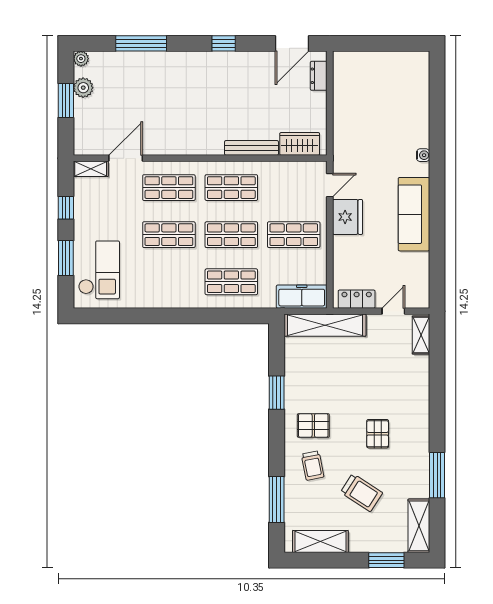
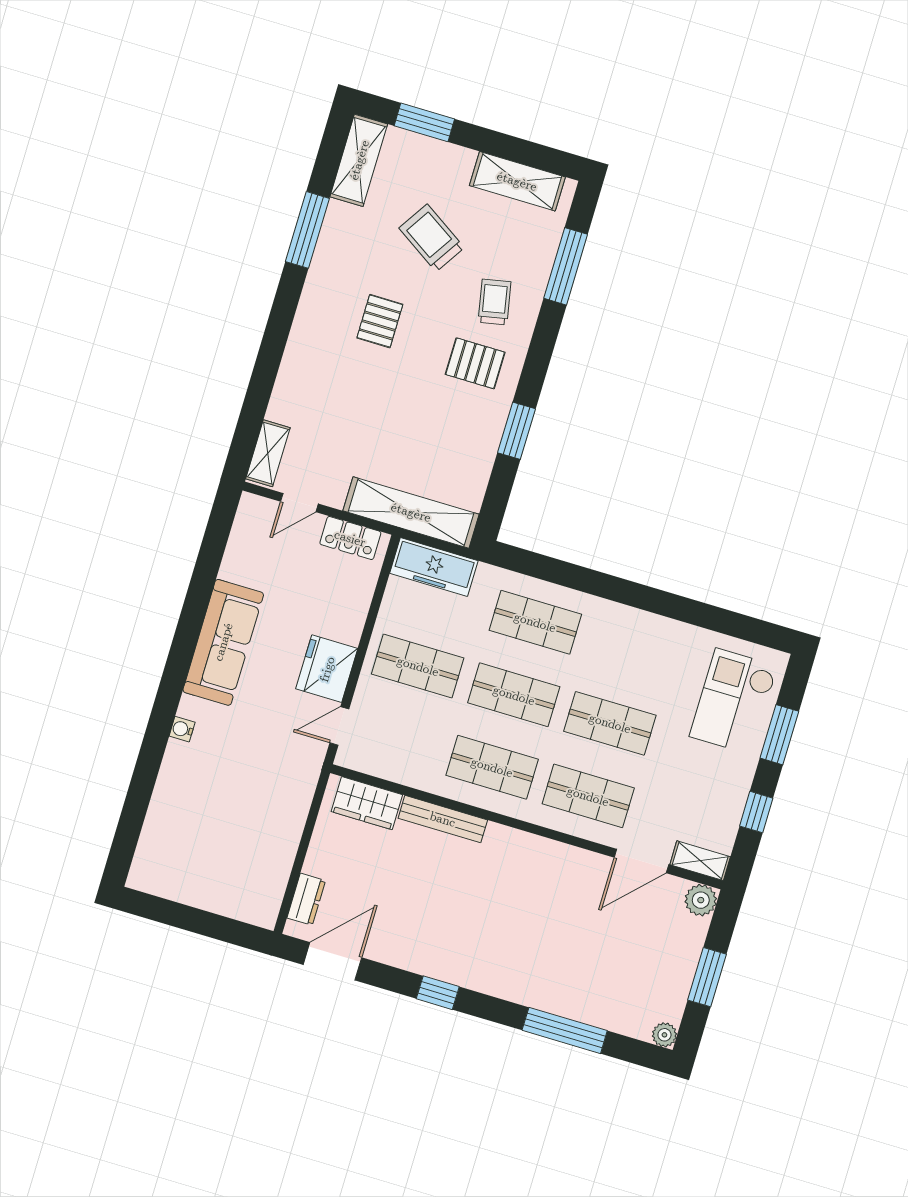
plant: (83, 88) -> (701, 900), moved

